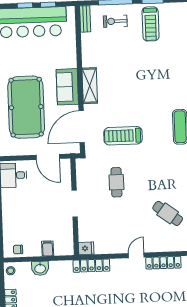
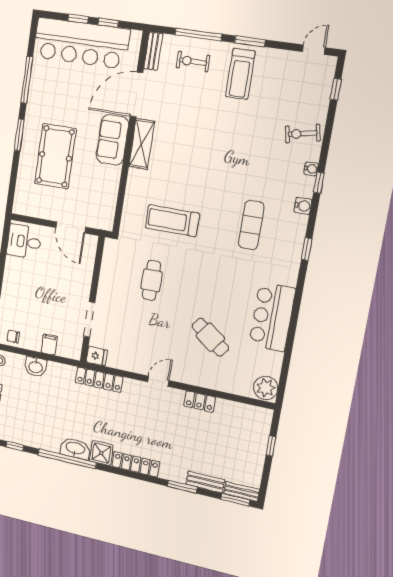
pool table: (26, 107) -> (55, 156), width x0.73, depth x0.76
door: (82, 127) -> (136, 94), moved
doorway: (75, 204) -> (89, 320), moved
locker: (163, 263) -> (200, 402), width x0.66

